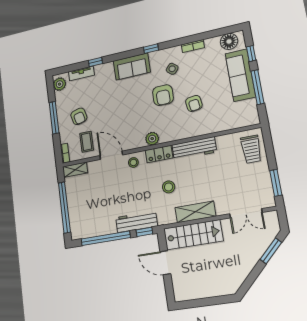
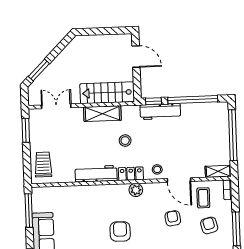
window: (258, 87) -> (29, 211), moved
armchair: (194, 103) -> (173, 218), moved
door: (165, 263) -> (136, 57), moved

